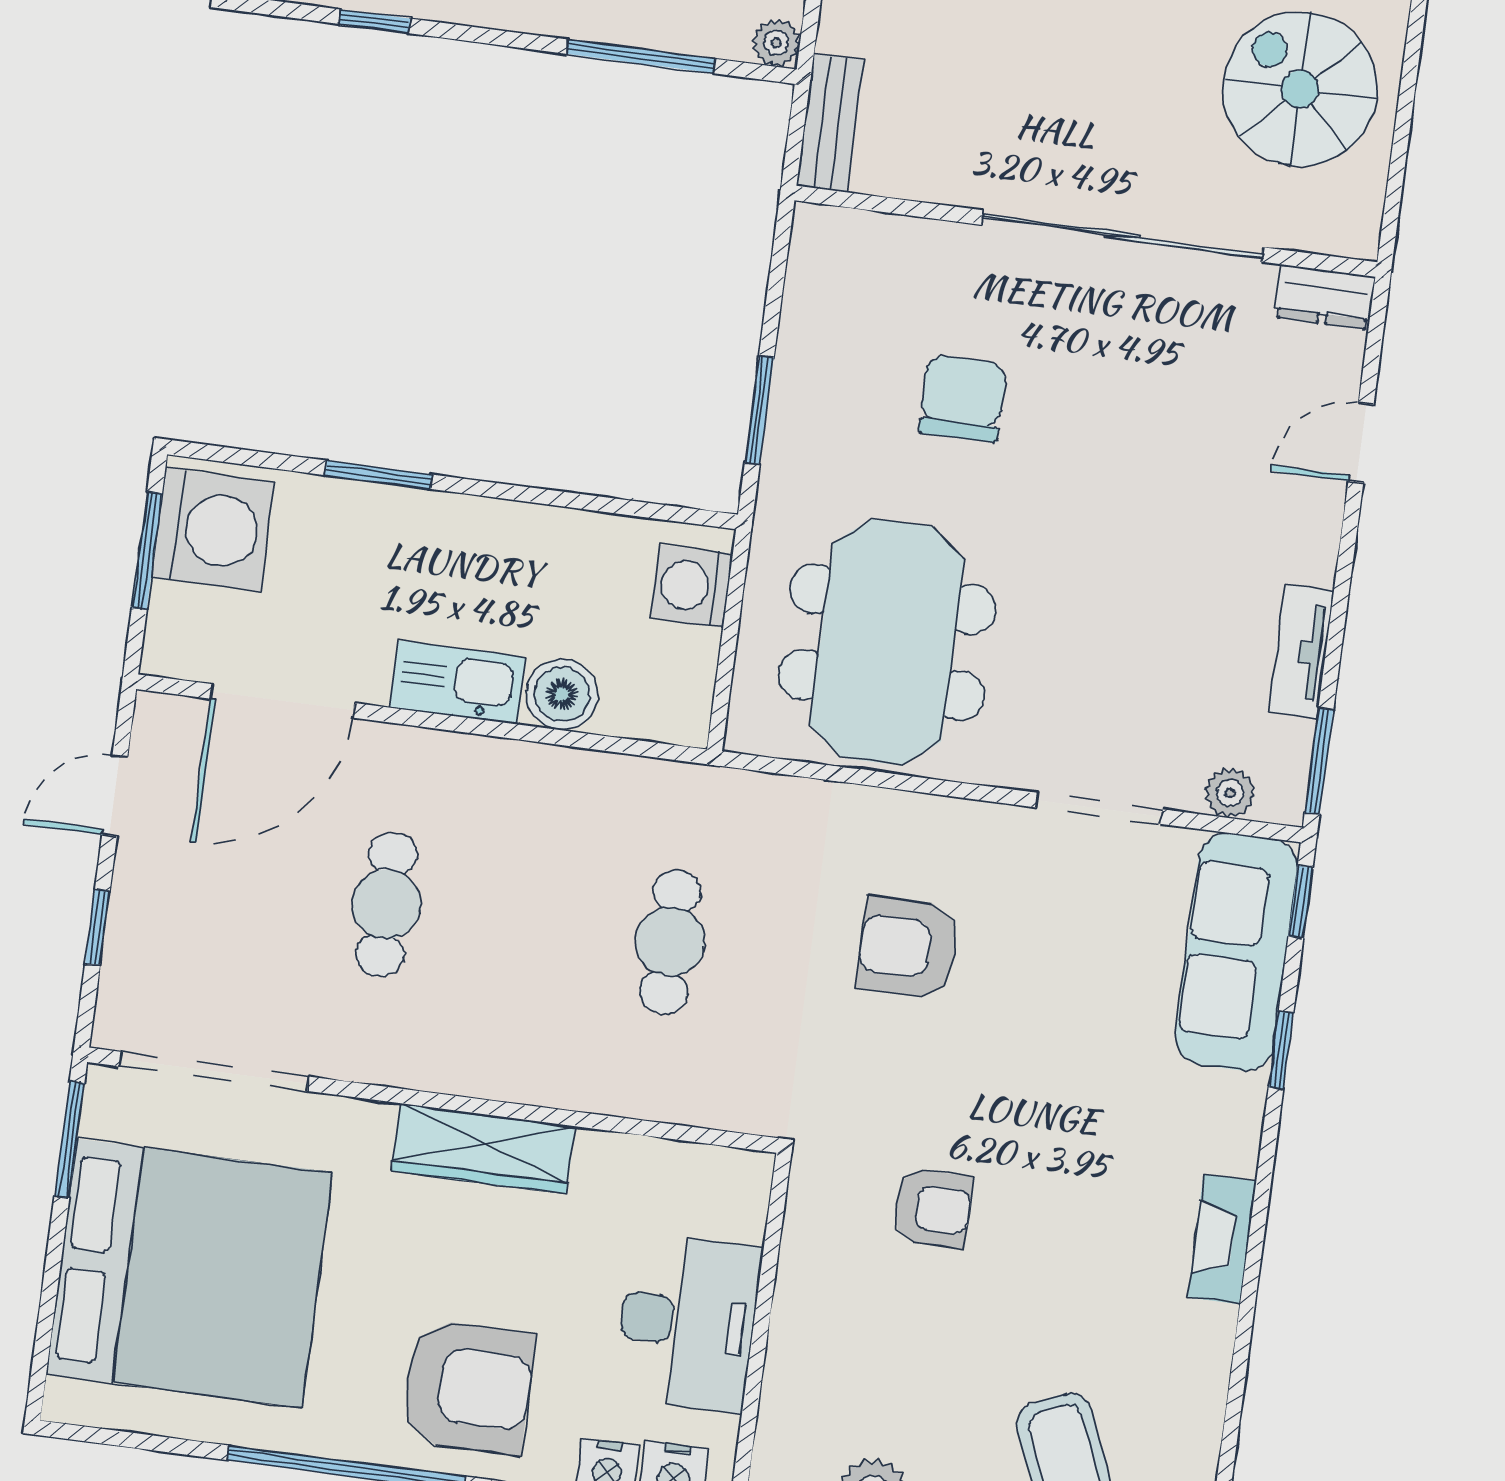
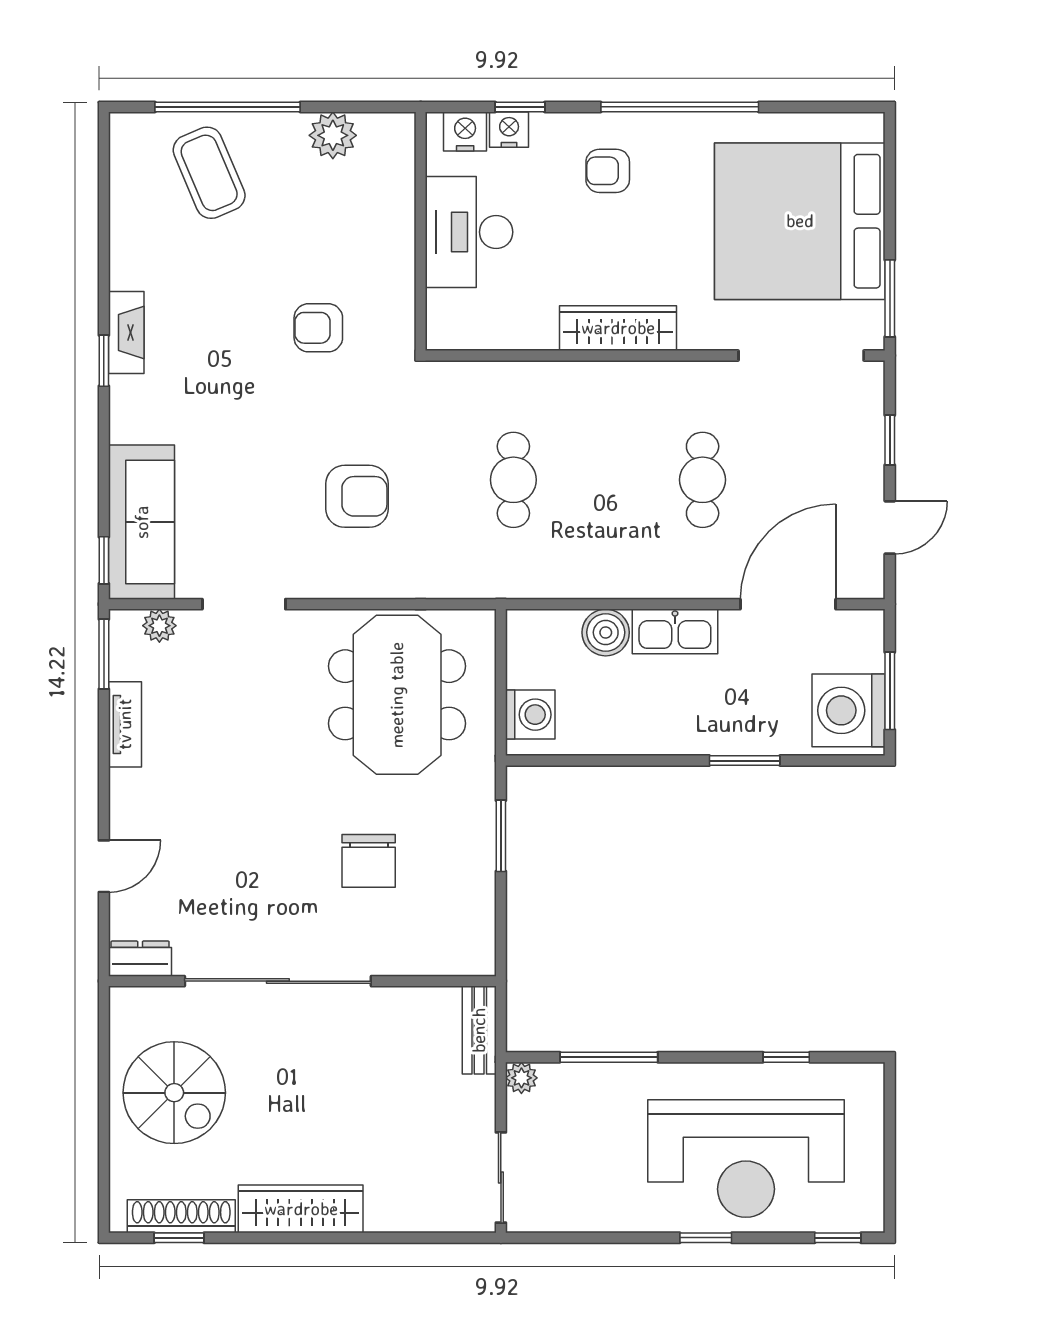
window: (1281, 1050) -> (104, 361), moved
armchair: (468, 1387) -> (608, 171), width x0.53, depth x0.53

